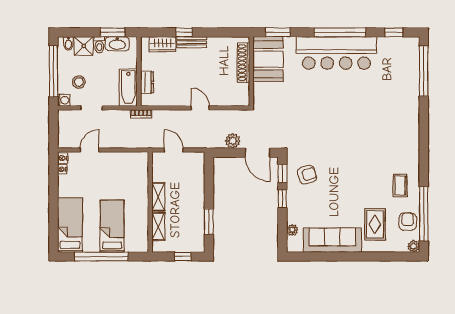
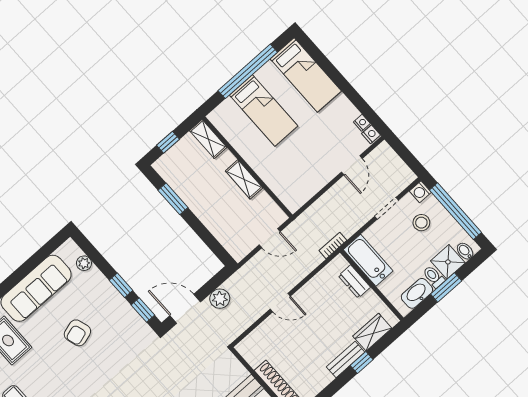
window: (113, 32) -> (446, 288), moved
armchair: (307, 175) -> (77, 333), moved
shelving: (158, 226) -> (208, 139), moved

